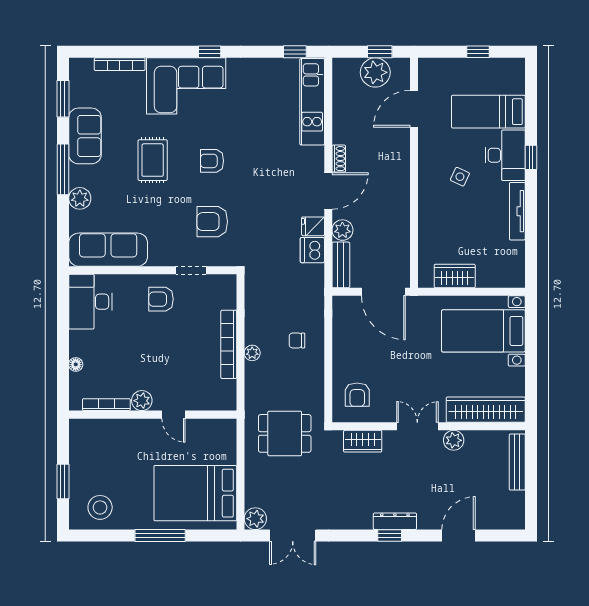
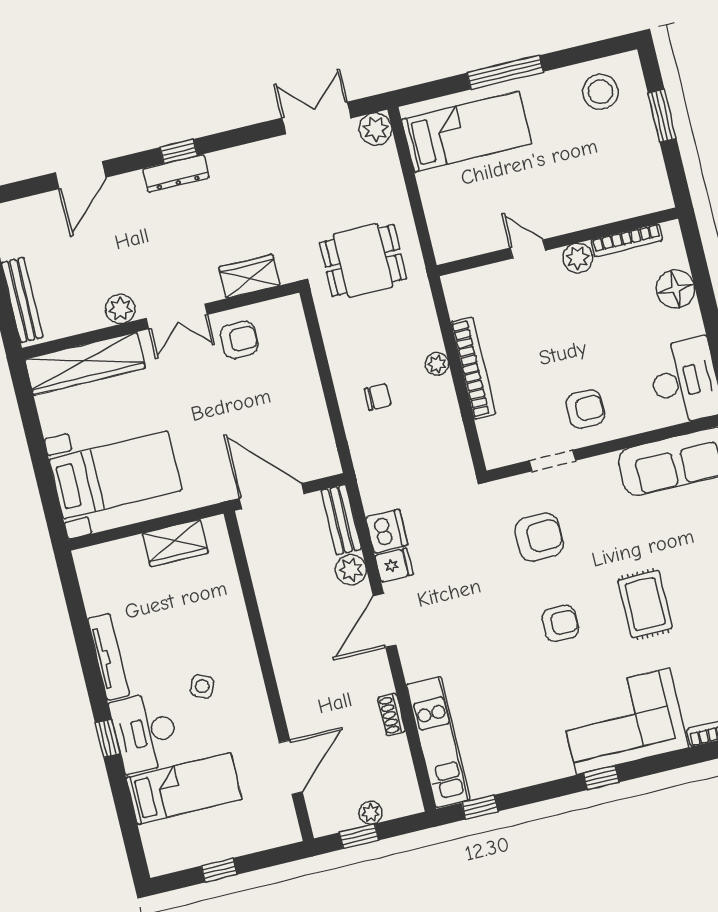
plant: (375, 72) -> (371, 813), width x0.53, depth x0.53
shoe rack: (339, 159) -> (392, 715), moved
floor lamp: (76, 364) -> (675, 289), width x1.89, depth x1.89
armchair: (357, 395) -> (239, 340), moved, turned 90
bed: (195, 493) -> (467, 132), width x0.67

